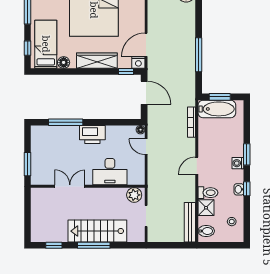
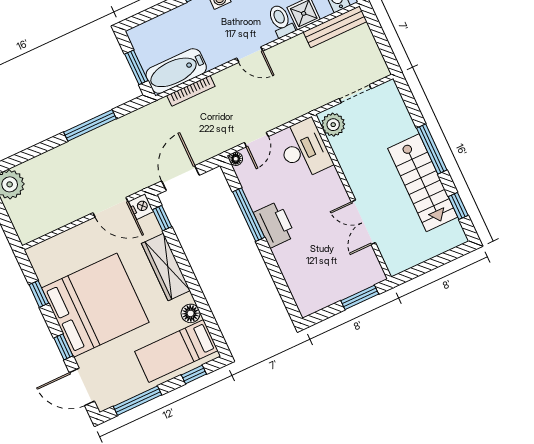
bathtub: (217, 109) -> (176, 71), moved, turned -90
window: (66, 122) -> (249, 215), moved
desk: (110, 172) -> (304, 149), moved
stairs: (97, 231) -> (423, 183), moved

